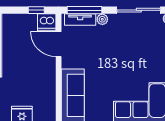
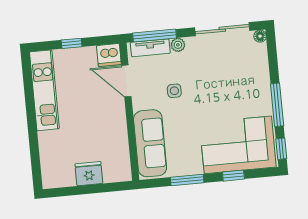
window: (36, 10) -> (72, 43), moved
side table: (96, 56) -> (174, 91), added

